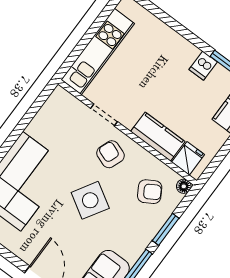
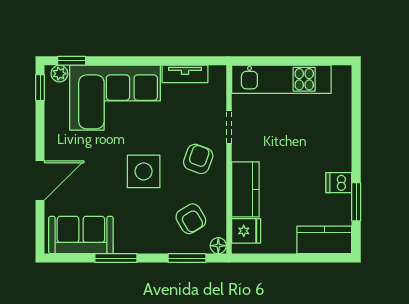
tv unit: (42, 118) -> (185, 74), added
side table: (90, 200) -> (144, 171), turned -31
window: (166, 229) -> (187, 258), moved

